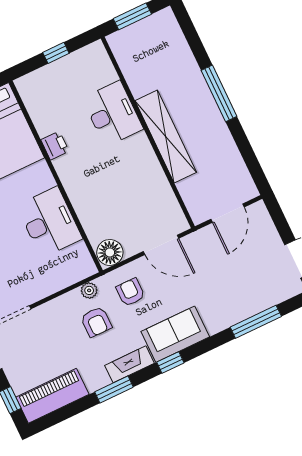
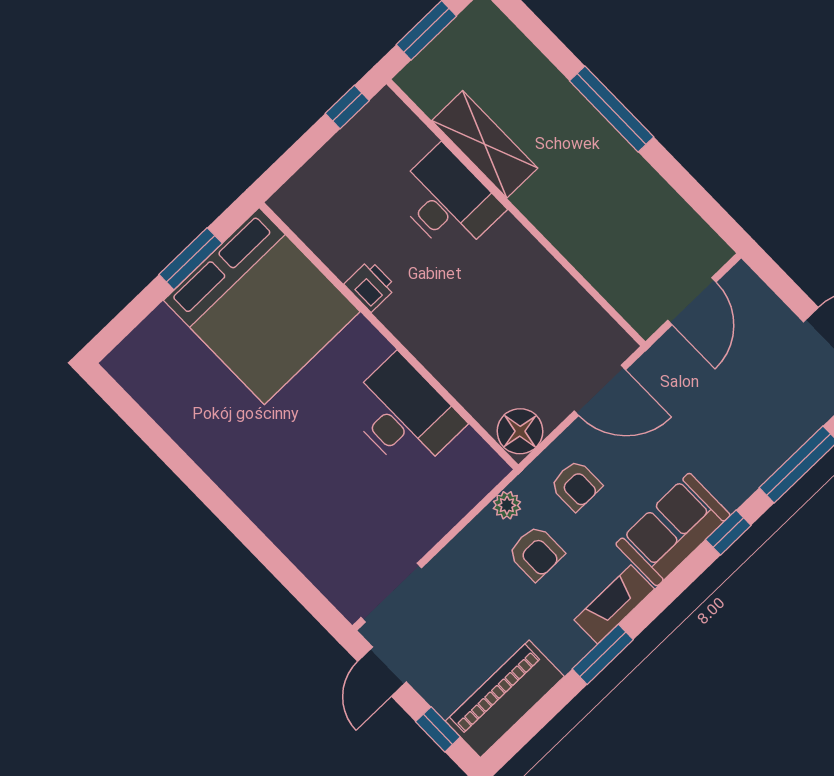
window: (56, 53) -> (347, 107), moved
shelving: (166, 137) -> (485, 144), moved, width x0.68
armchair: (130, 292) -> (576, 485), turned 180
window: (170, 363) -> (728, 533), moved

